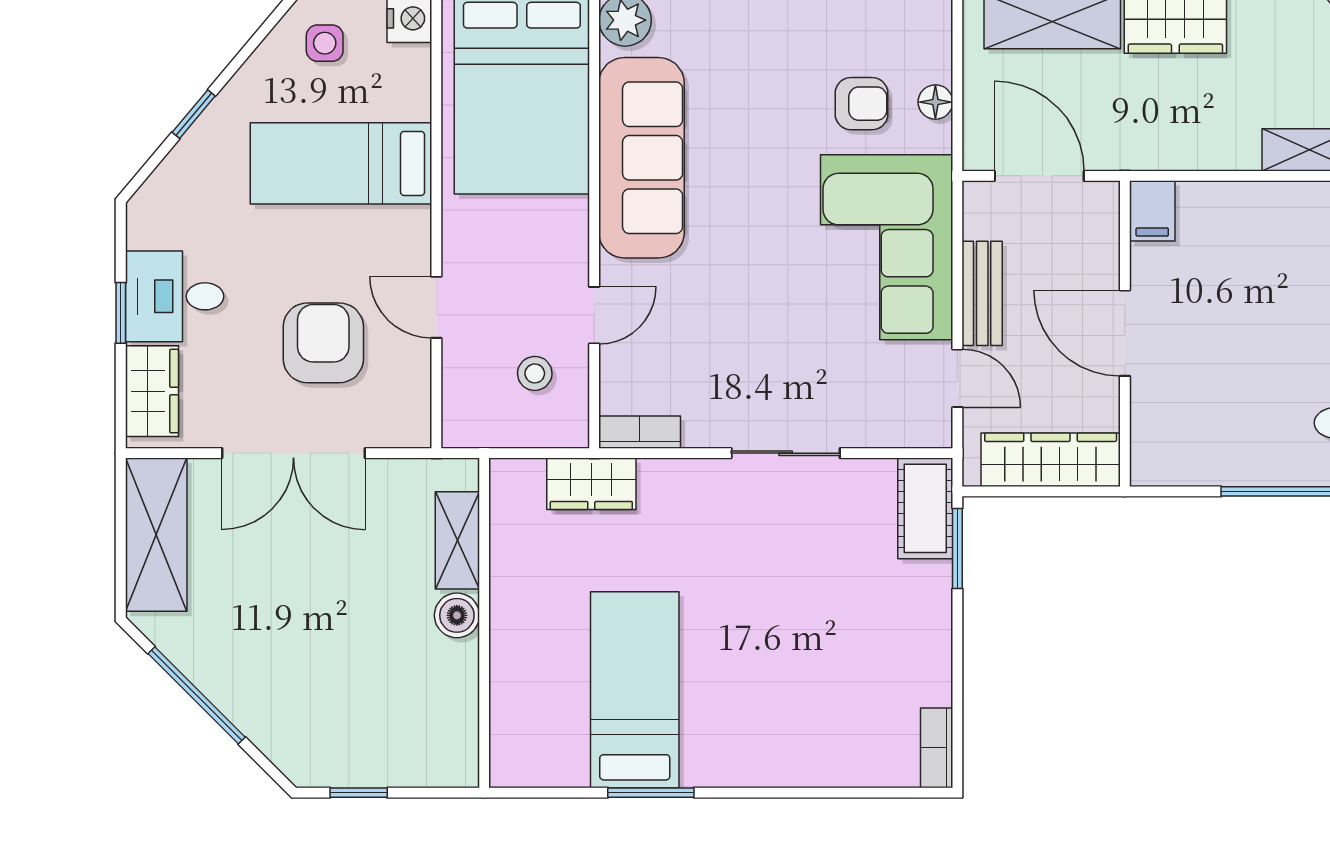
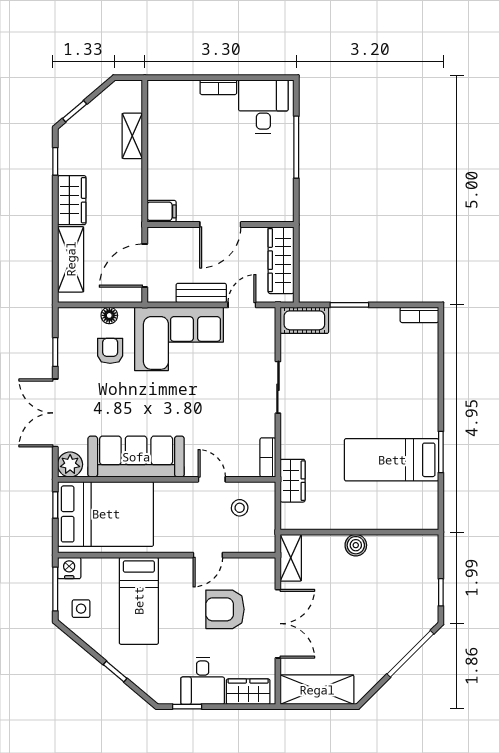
window: (121, 313) -> (187, 707), moved
shelving: (457, 540) -> (291, 558), moved, turned 90
window: (957, 548) -> (349, 305), moved
window: (197, 695) -> (410, 654), moved

